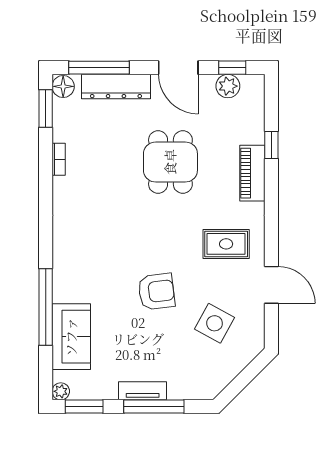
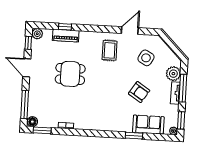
door: (178, 68) -> (27, 68), swing flipped
dresser: (116, 86) -> (34, 97), removed
plant: (228, 86) -> (37, 34), moved
piano: (252, 173) -> (66, 36), moved
armchair: (156, 292) -> (139, 92), moved, turned 130
window: (46, 307) -> (134, 136), width x0.47
plant: (184, 384) -> (173, 74), added

